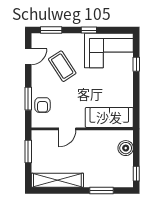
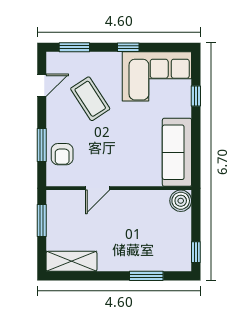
sofa: (109, 117) -> (177, 152), moved, turned -90
boiler: (126, 148) -> (181, 201), moved
shelving: (57, 180) -> (71, 261), width x0.68

